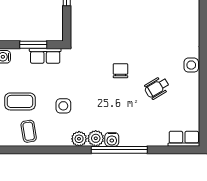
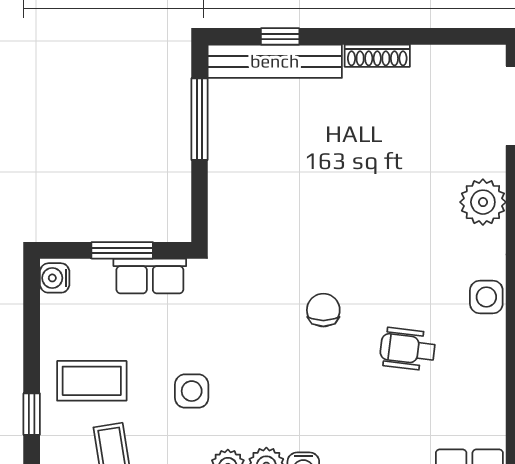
plant: (190, 24) -> (483, 202), added
wheelchair: (157, 88) -> (408, 349), turned 38

